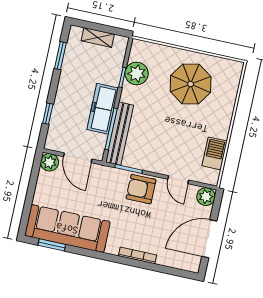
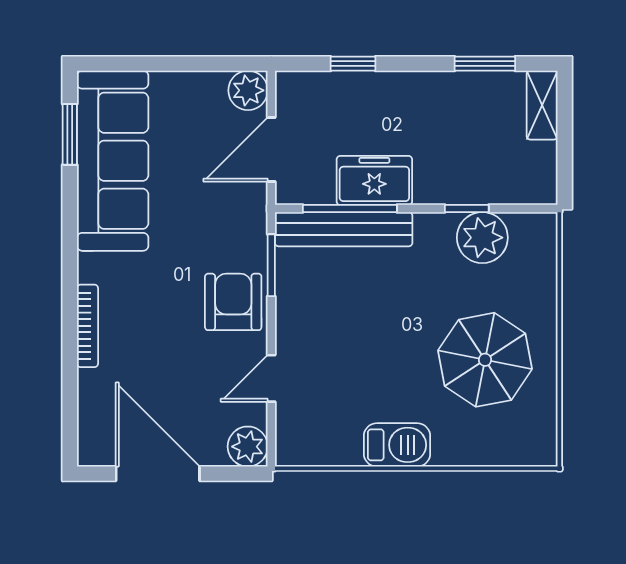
shelving: (98, 37) -> (542, 105), moved
freezer: (103, 109) -> (374, 180), width x0.71
barbecue: (215, 153) -> (397, 445), moved

